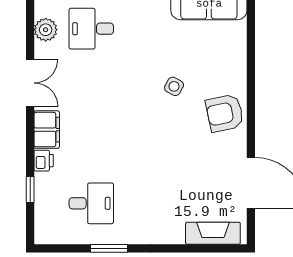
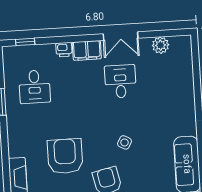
desk: (91, 29) -> (120, 81), moved
armchair: (188, 168) -> (65, 156), added
window: (30, 189) -> (25, 42), moved

